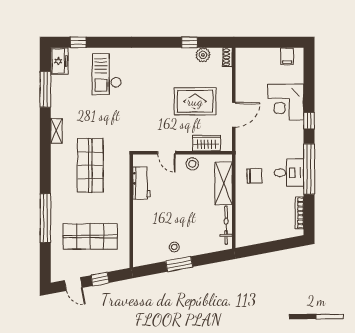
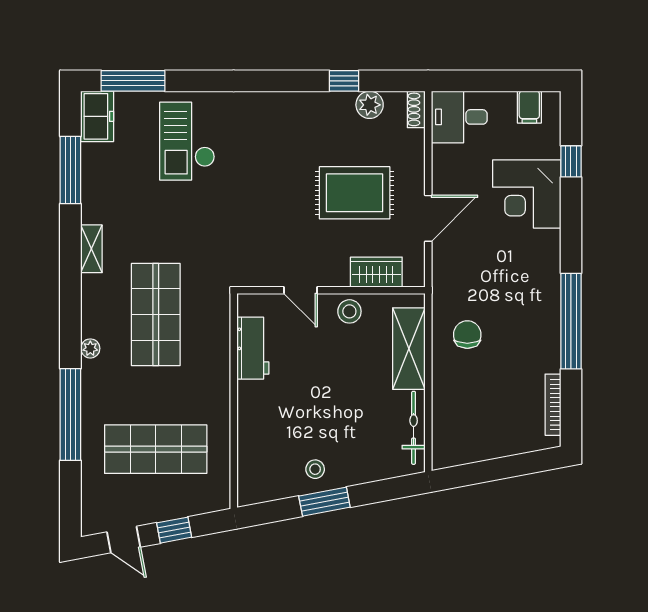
window: (78, 42) -> (133, 81), width x2.17
window: (309, 121) -> (571, 161), moved
desk: (289, 173) -> (459, 117), moved, turned 180
chair: (254, 176) -> (467, 335), turned -90
plant: (56, 183) -> (90, 348), added

